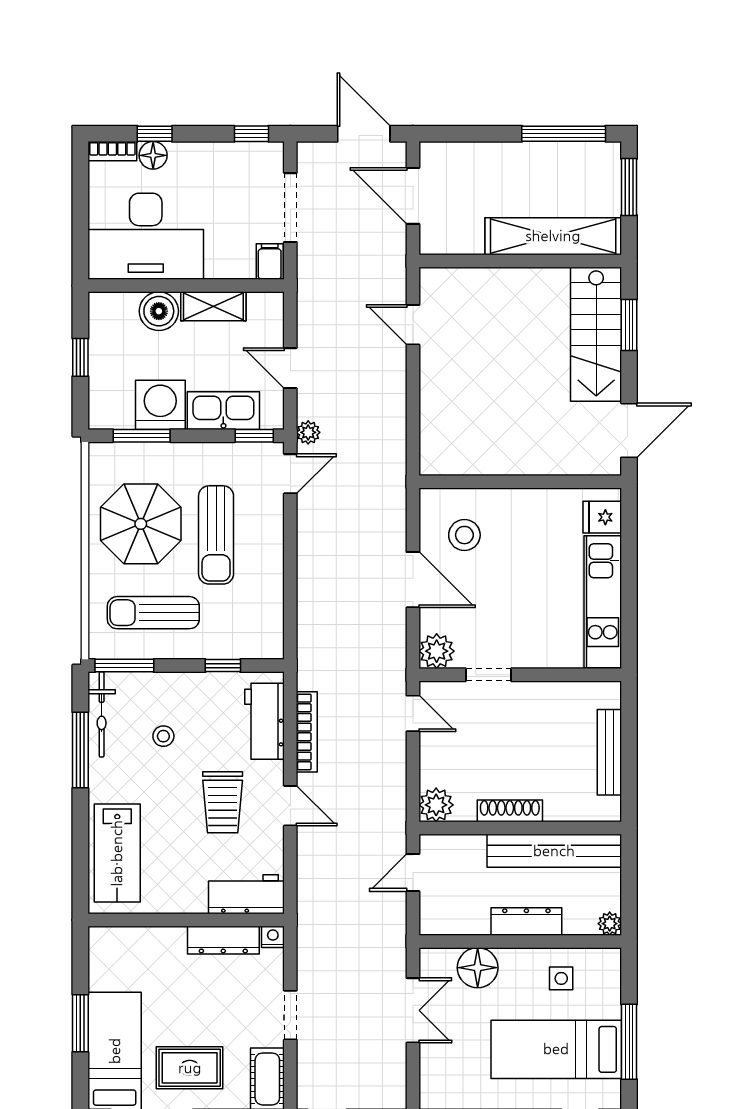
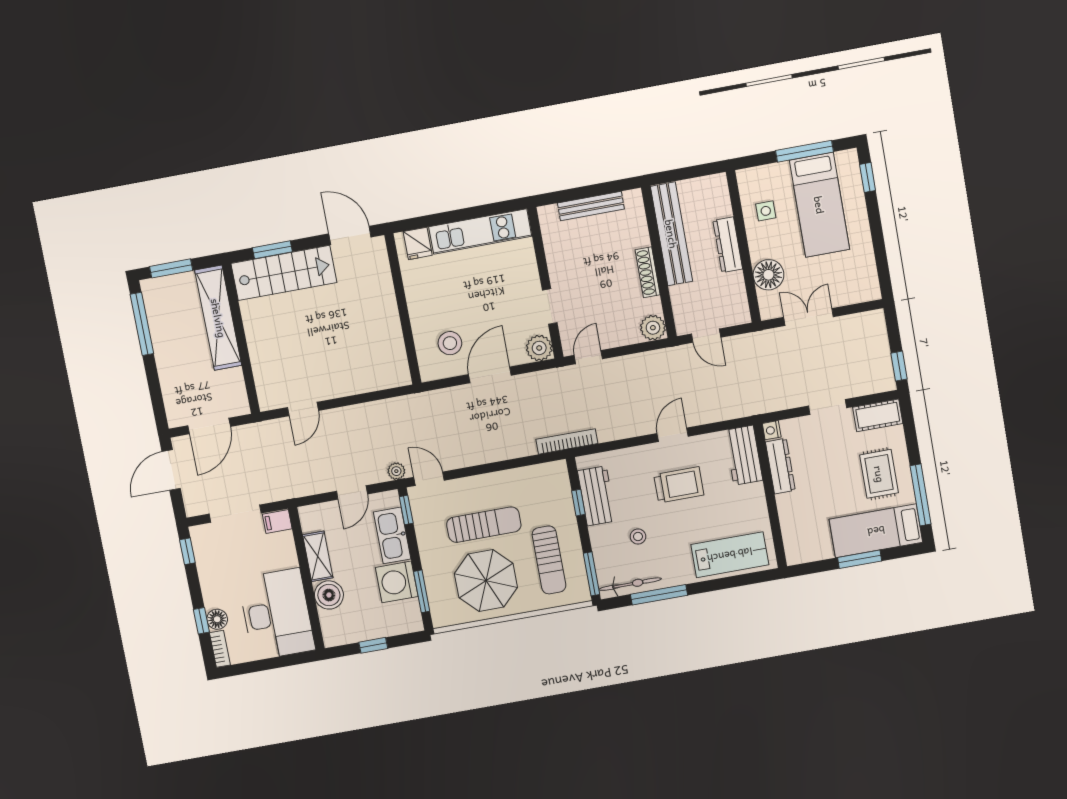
workbench: (265, 721) -> (597, 496), moved, turned -90
bookcase: (307, 732) -> (567, 441), moved
plant: (610, 924) -> (719, 182), removed

